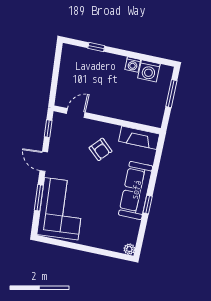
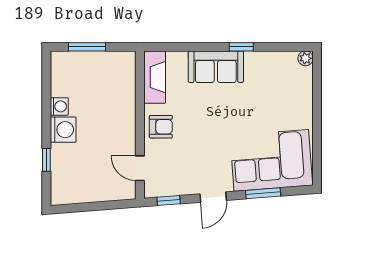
washing machine: (149, 71) -> (63, 130), moved
armchair: (101, 149) -> (161, 127), moved, turned 48
sofa: (136, 190) -> (216, 67), width x0.73

